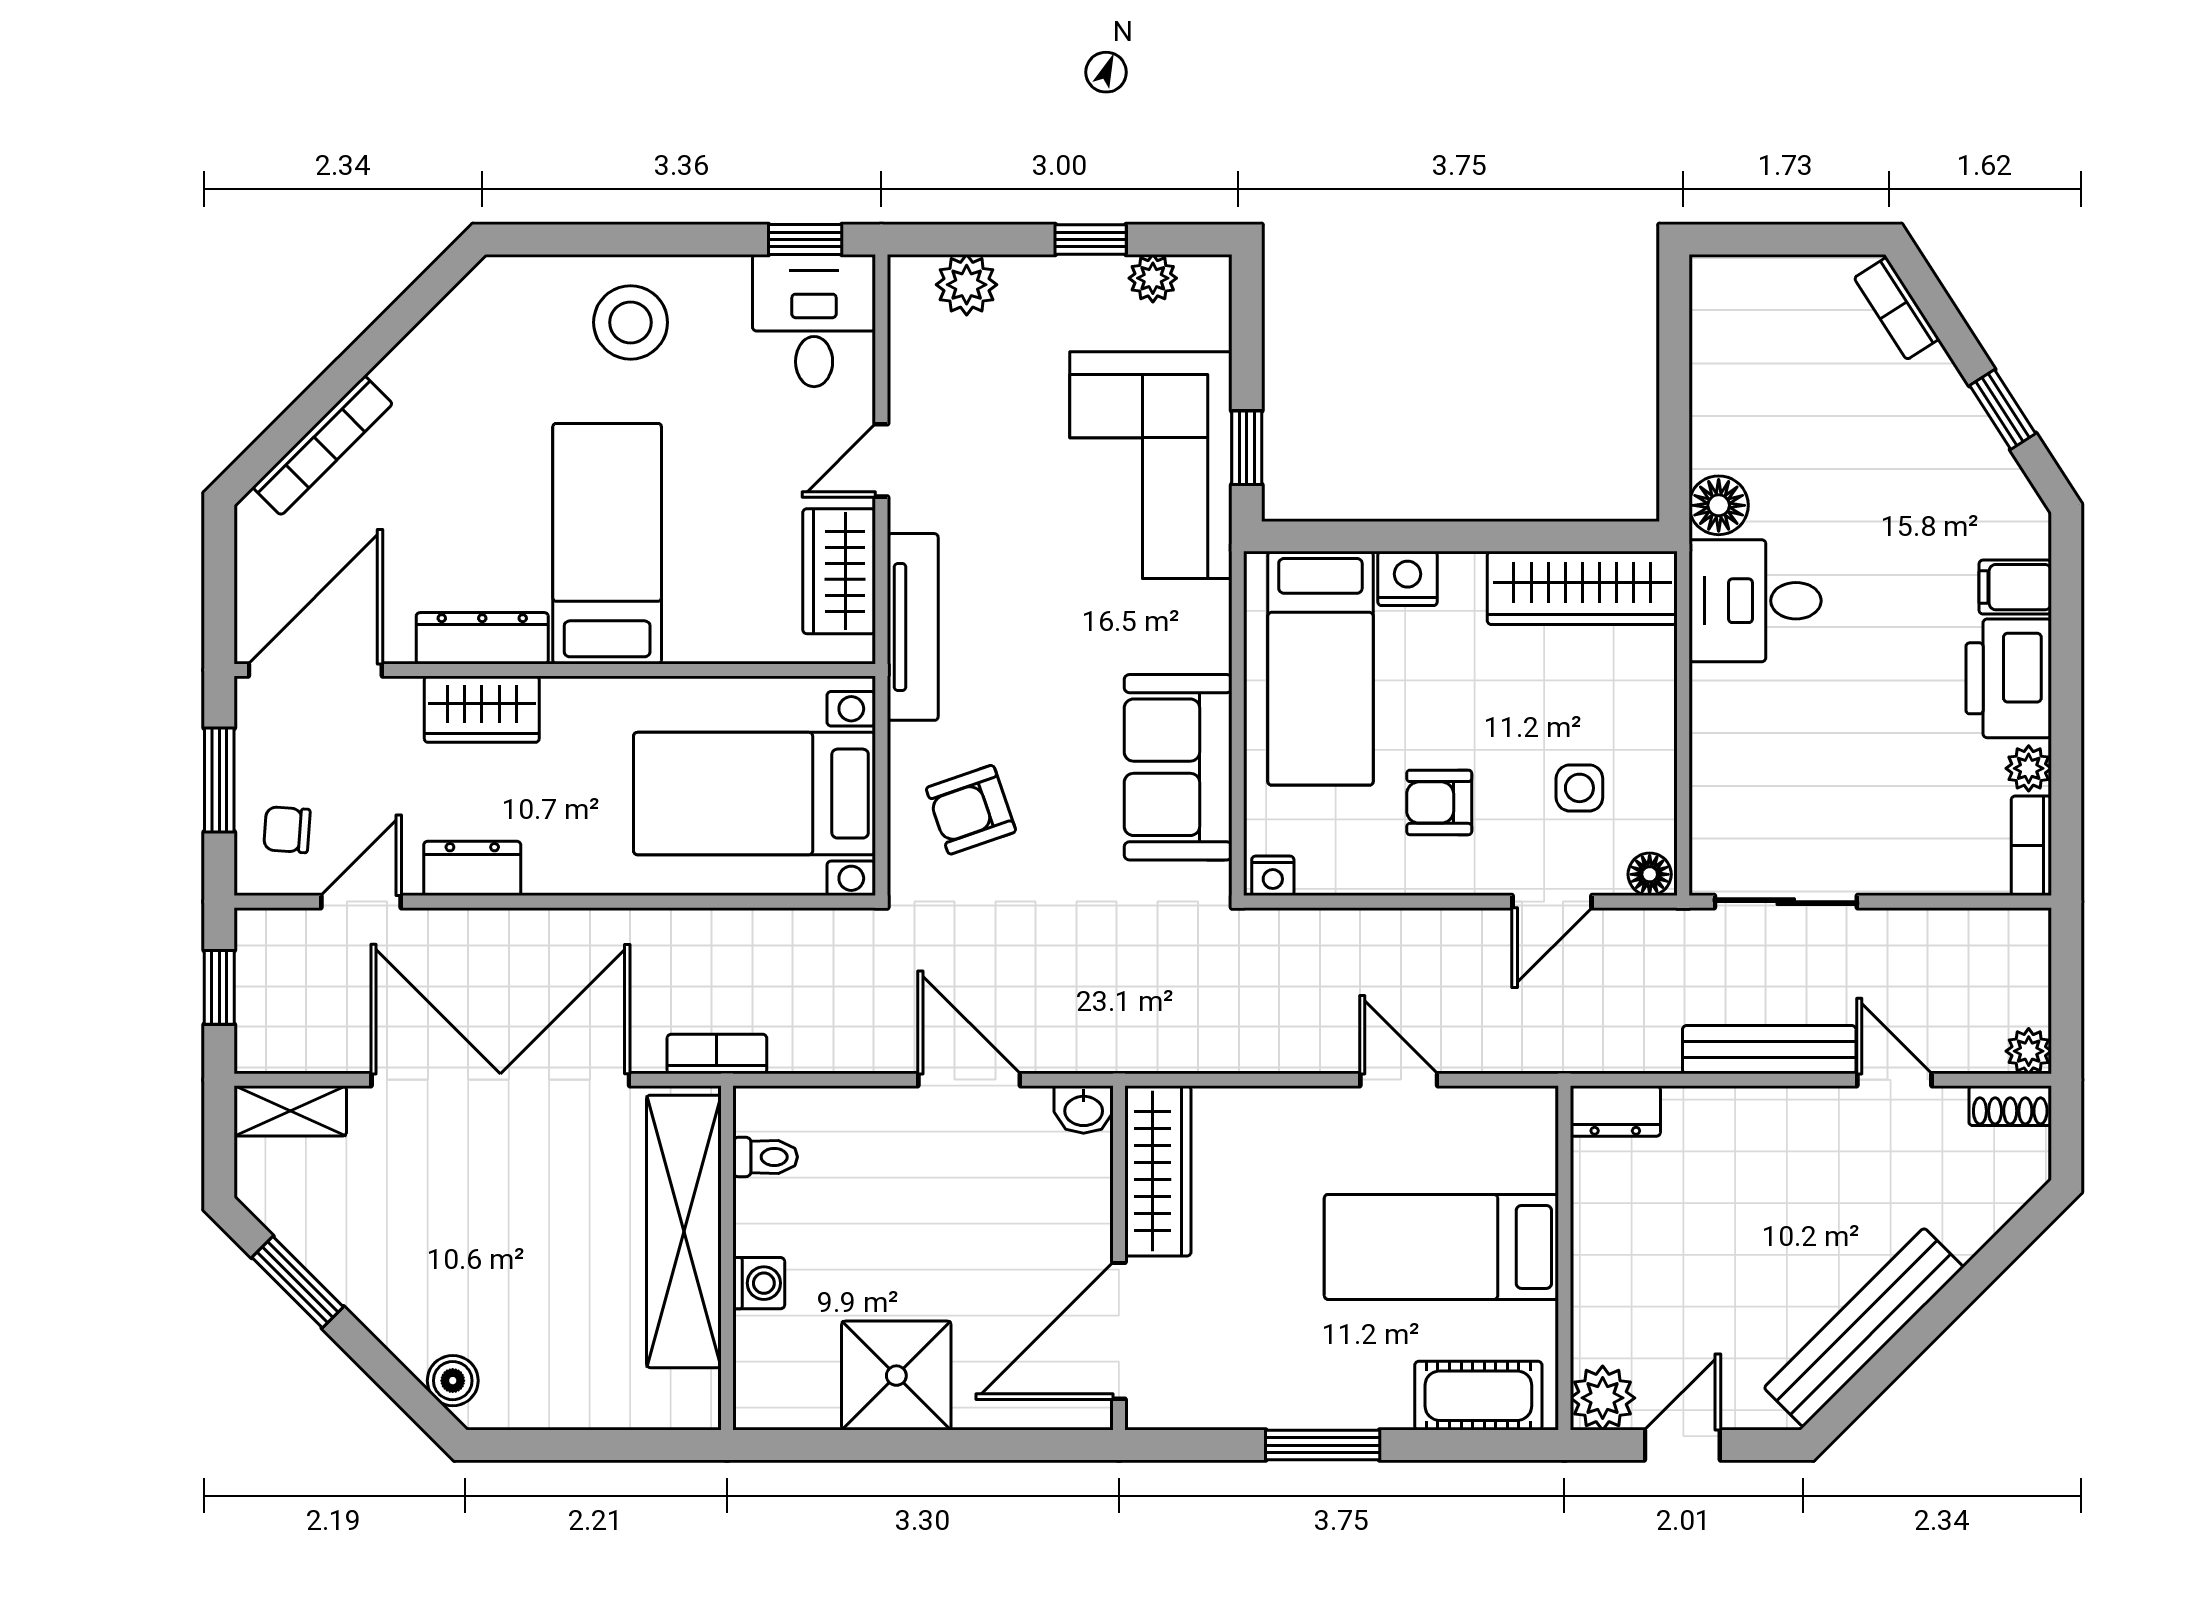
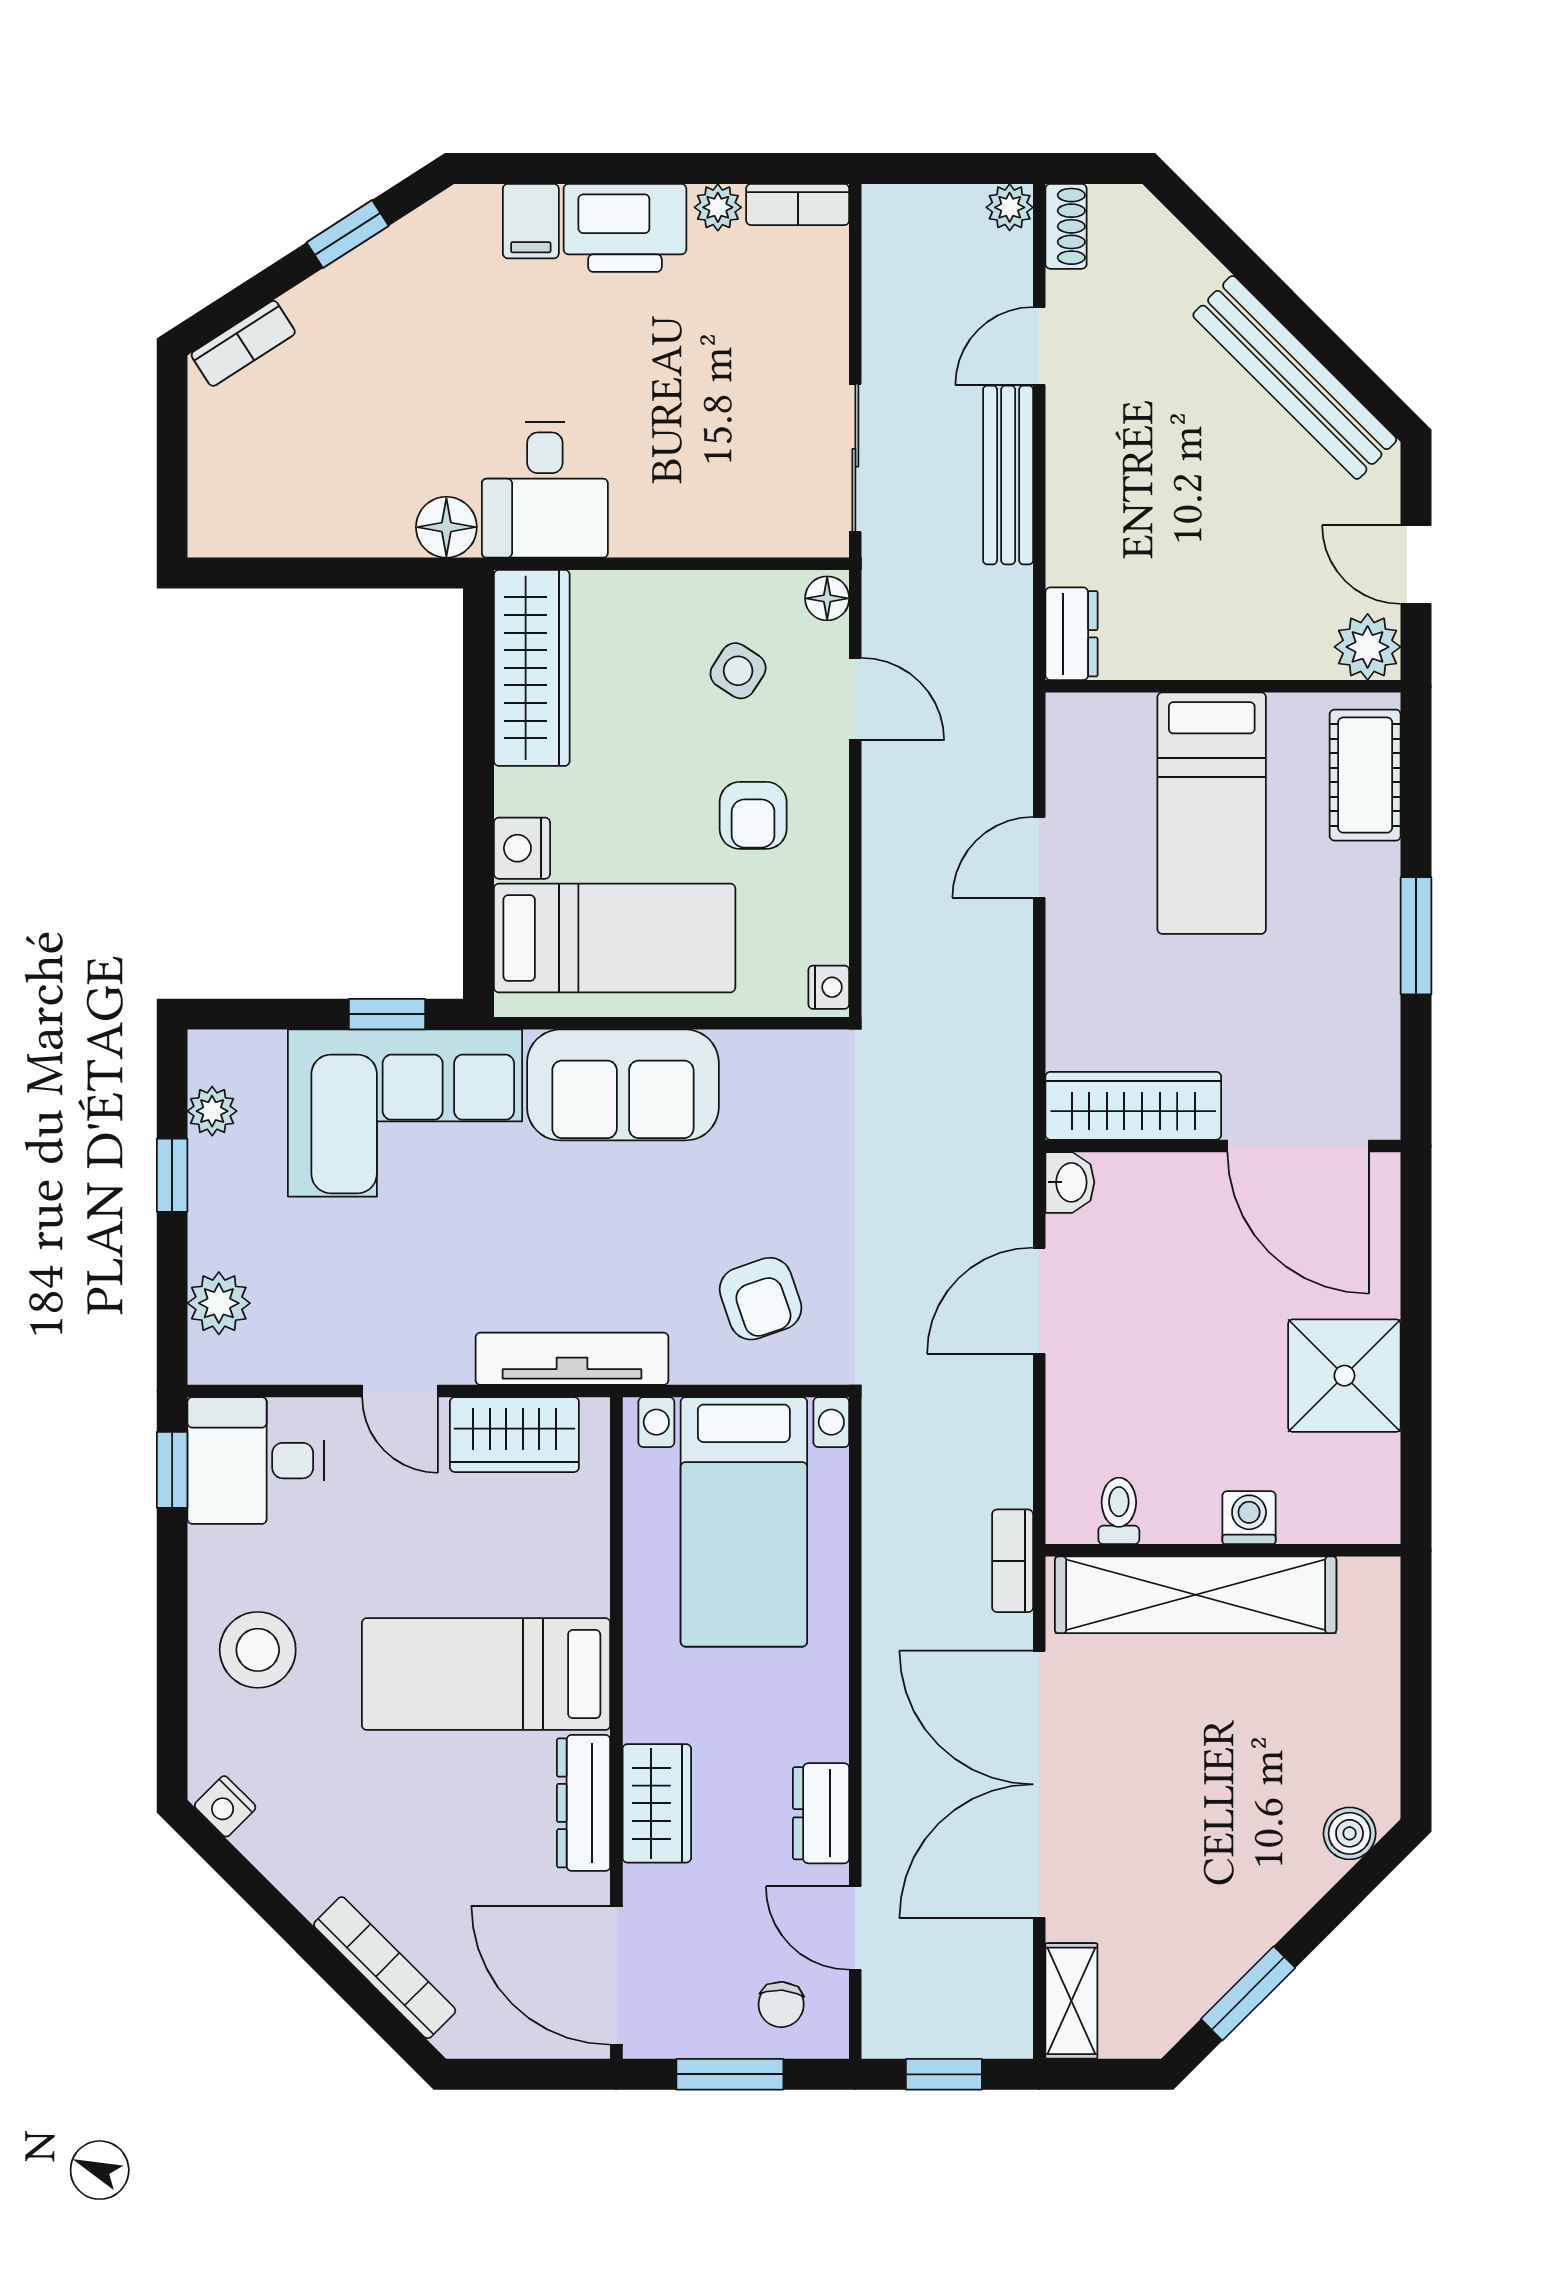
nightstand: (479, 291) -> (225, 1806), added
sofa: (1178, 767) -> (623, 1085), moved
side table: (1579, 788) -> (738, 671), turned 33

